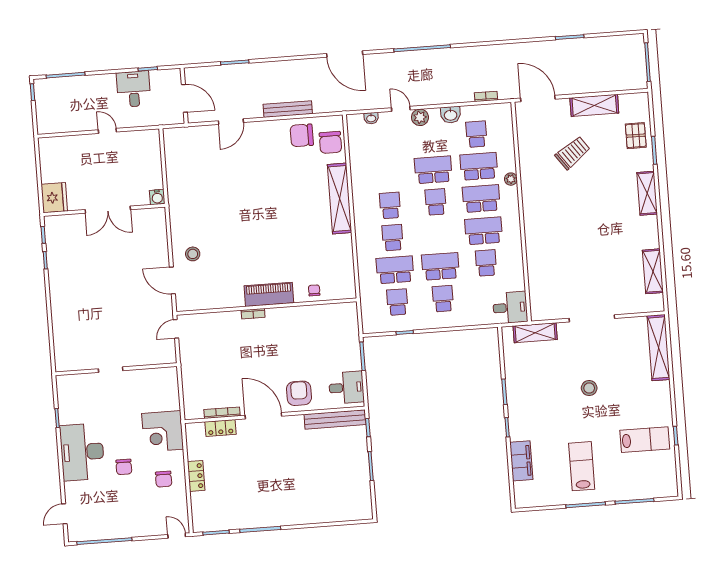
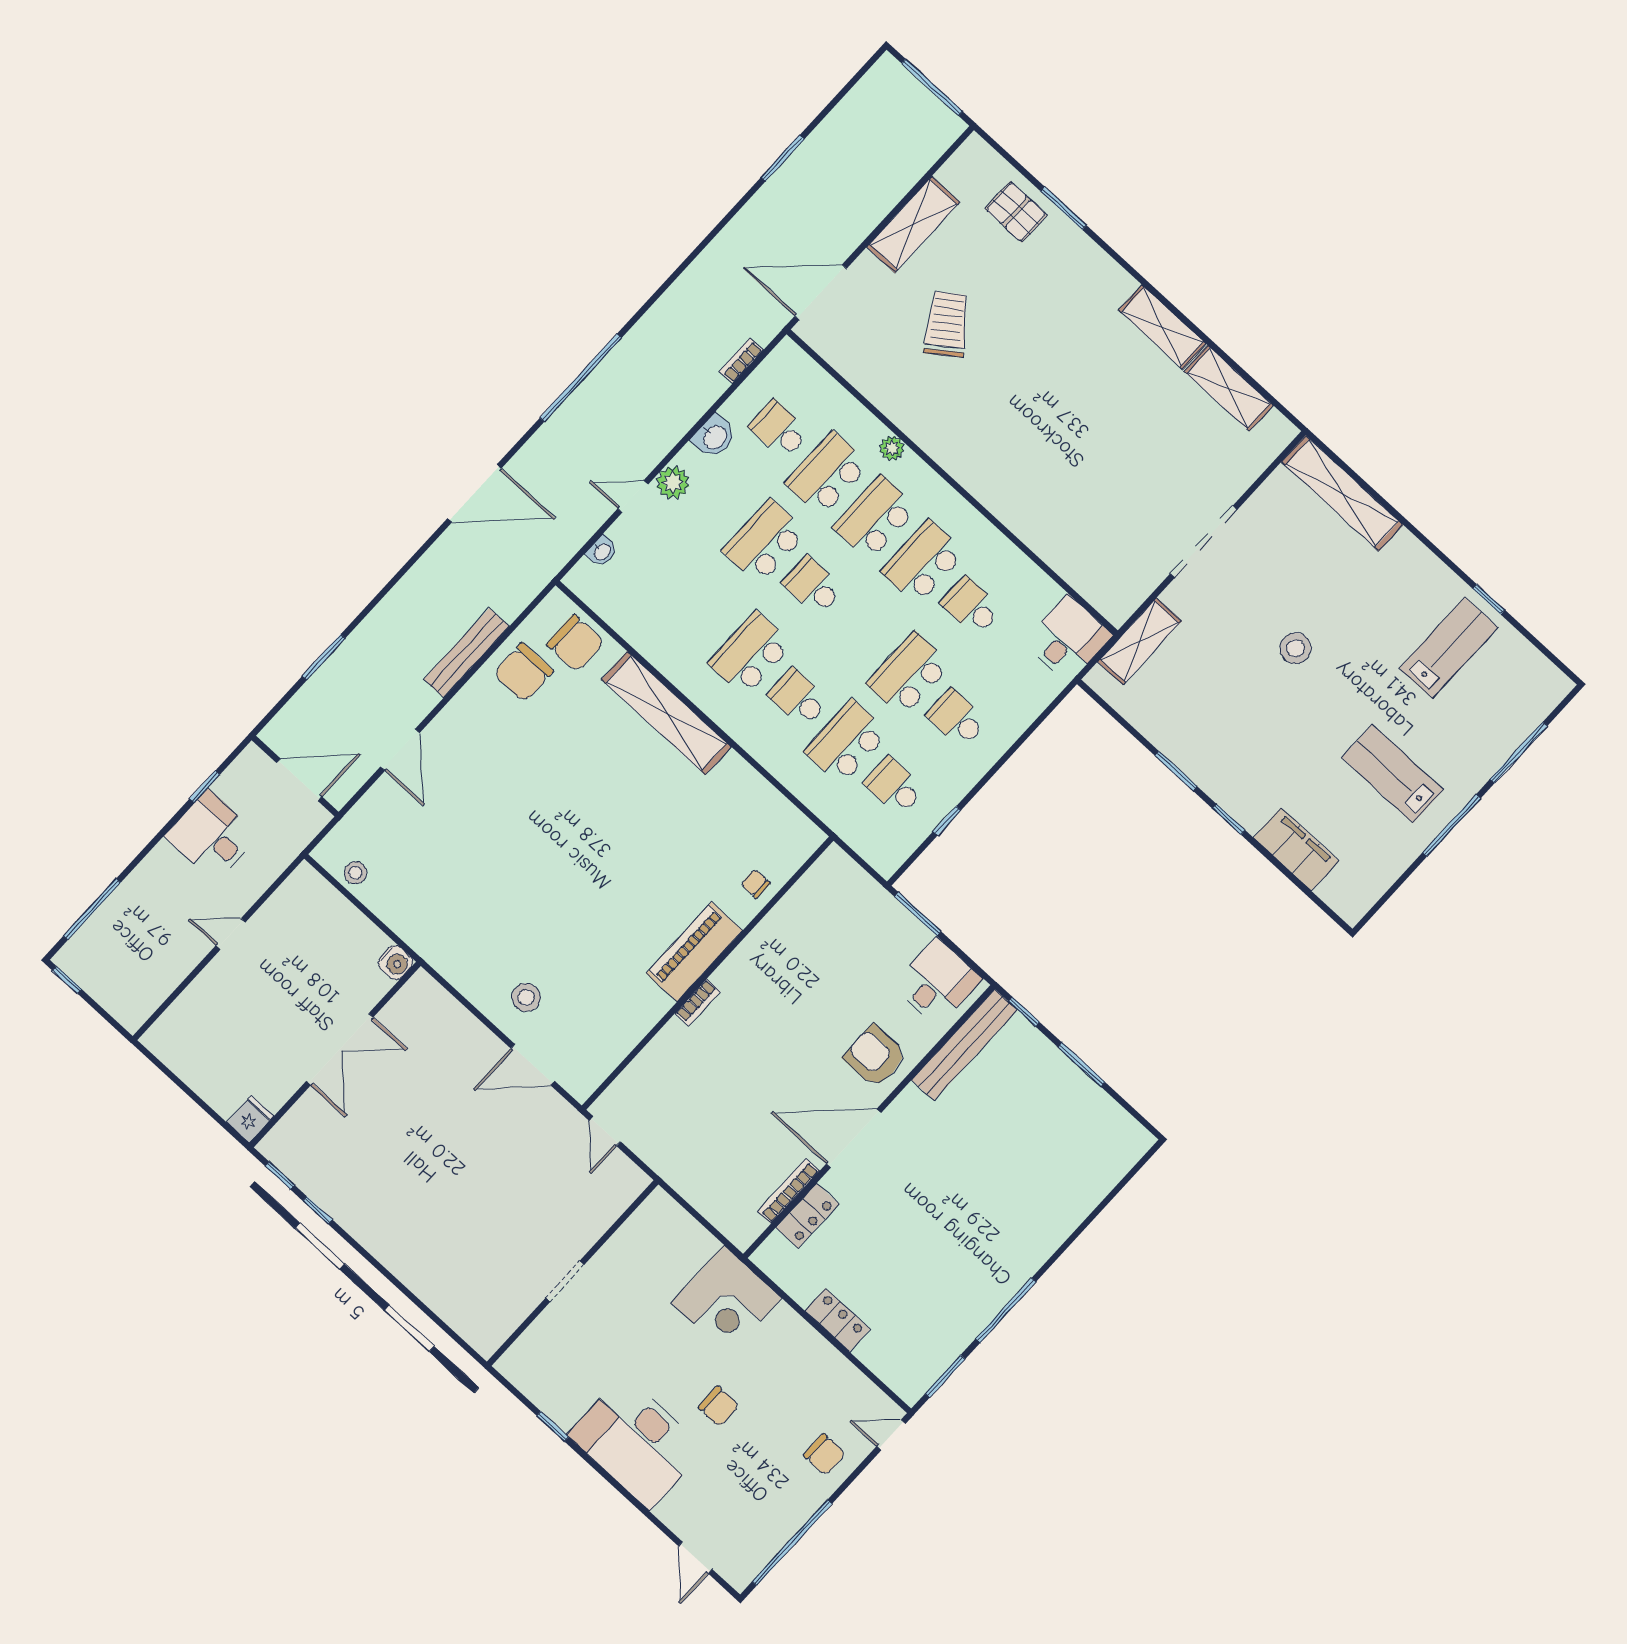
stool: (173, 151) -> (355, 873), added
shelving: (647, 193) -> (1162, 327), moved
fridge: (54, 198) -> (250, 1119), width x0.53, depth x0.75
school desk: (390, 205) -> (750, 654), width x1.85
chair: (164, 479) -> (824, 1454), moved

